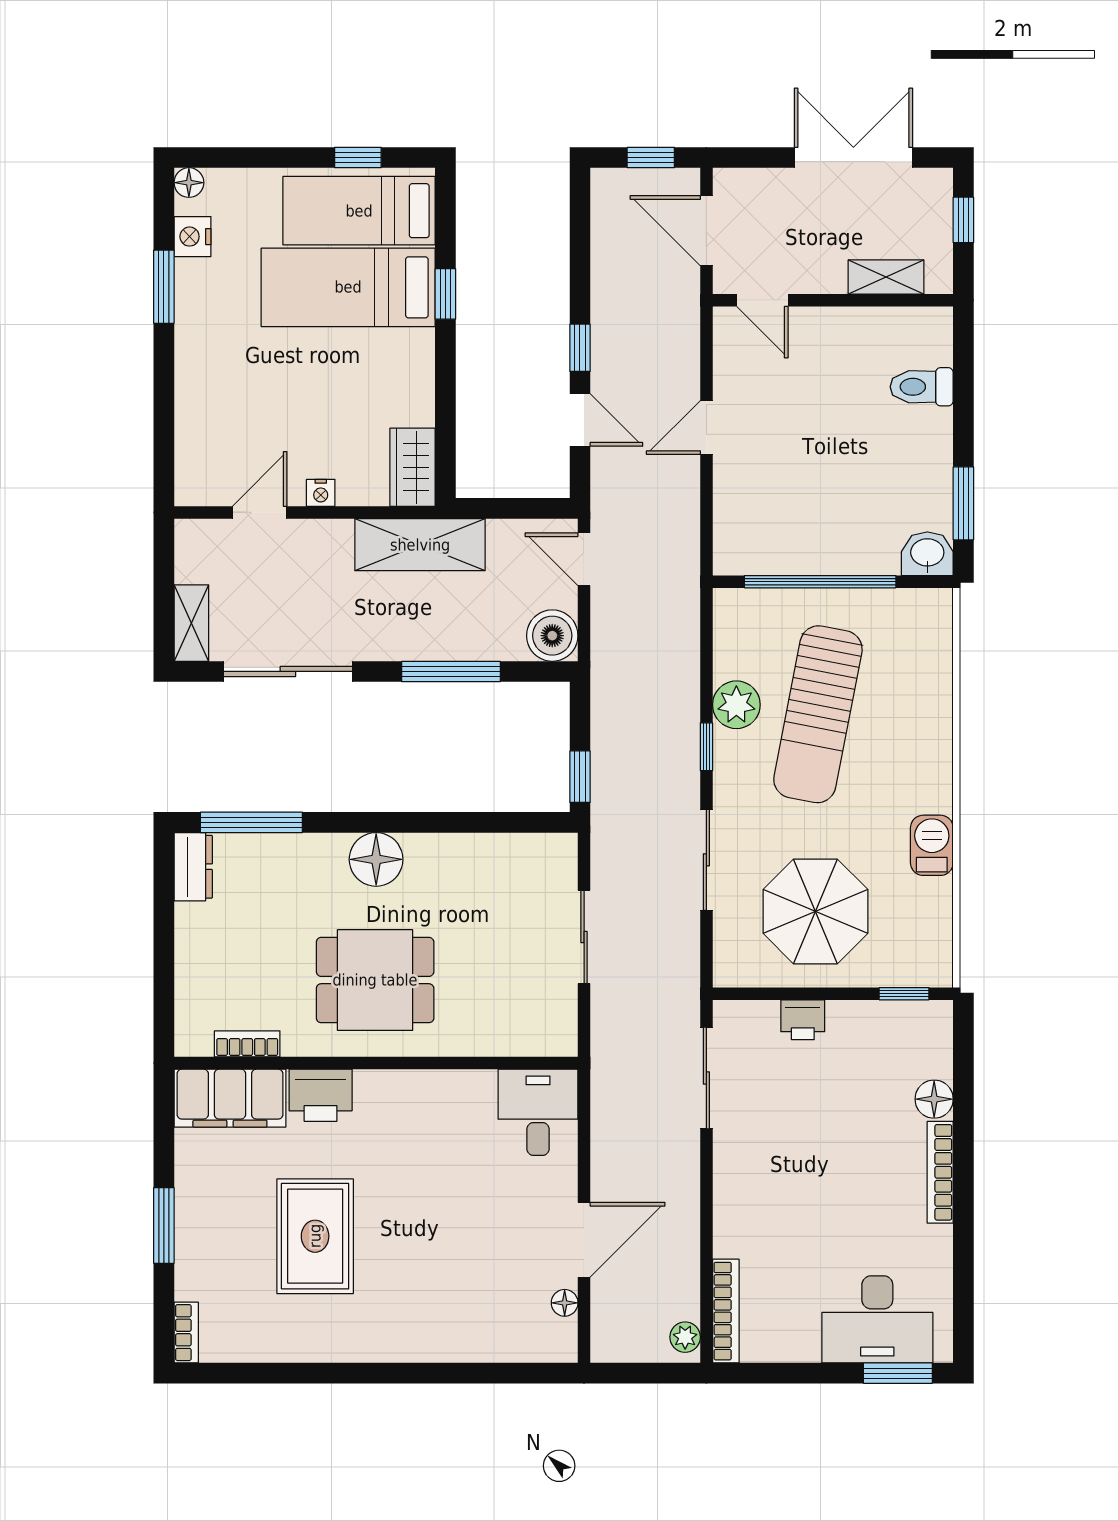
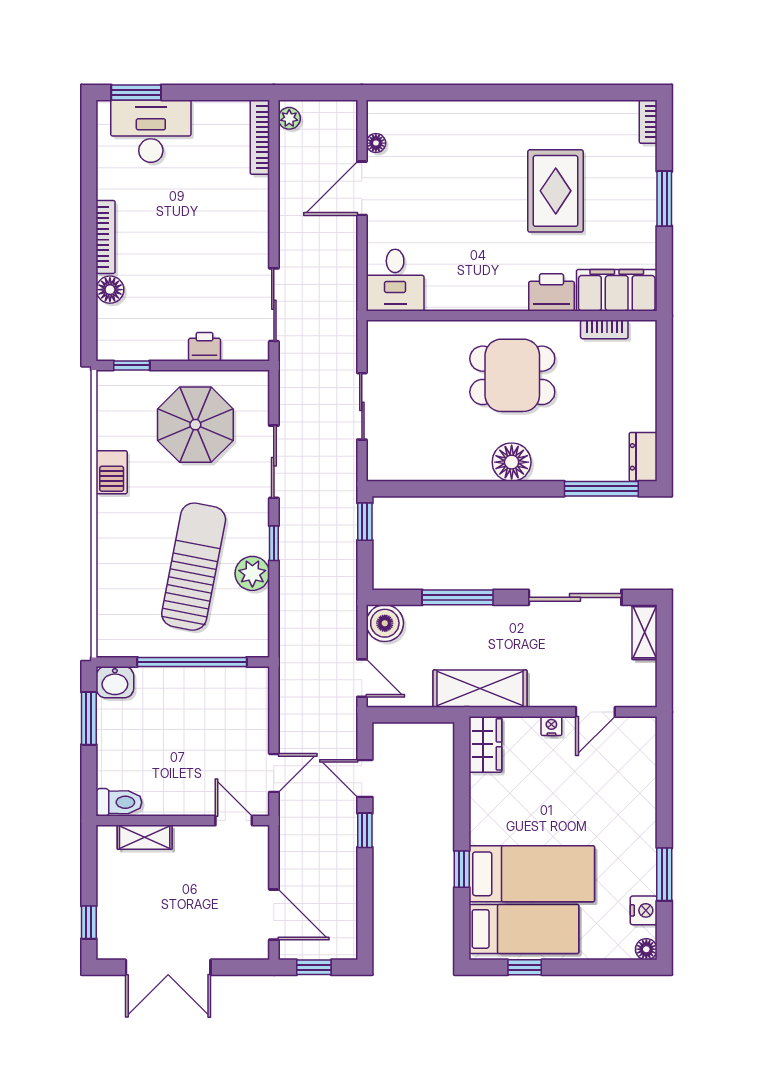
shelving: (886, 277) -> (145, 837), moved
door: (762, 300) -> (234, 820), moved
wall: (833, 300) -> (183, 820), moved

